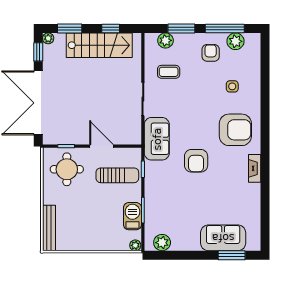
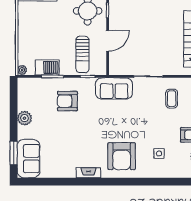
armchair: (196, 161) -> (67, 101), moved
sofa: (223, 238) -> (29, 159), moved
plant: (162, 243) -> (24, 118), moved

